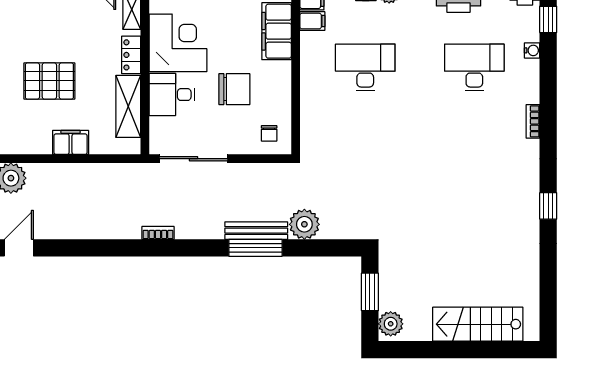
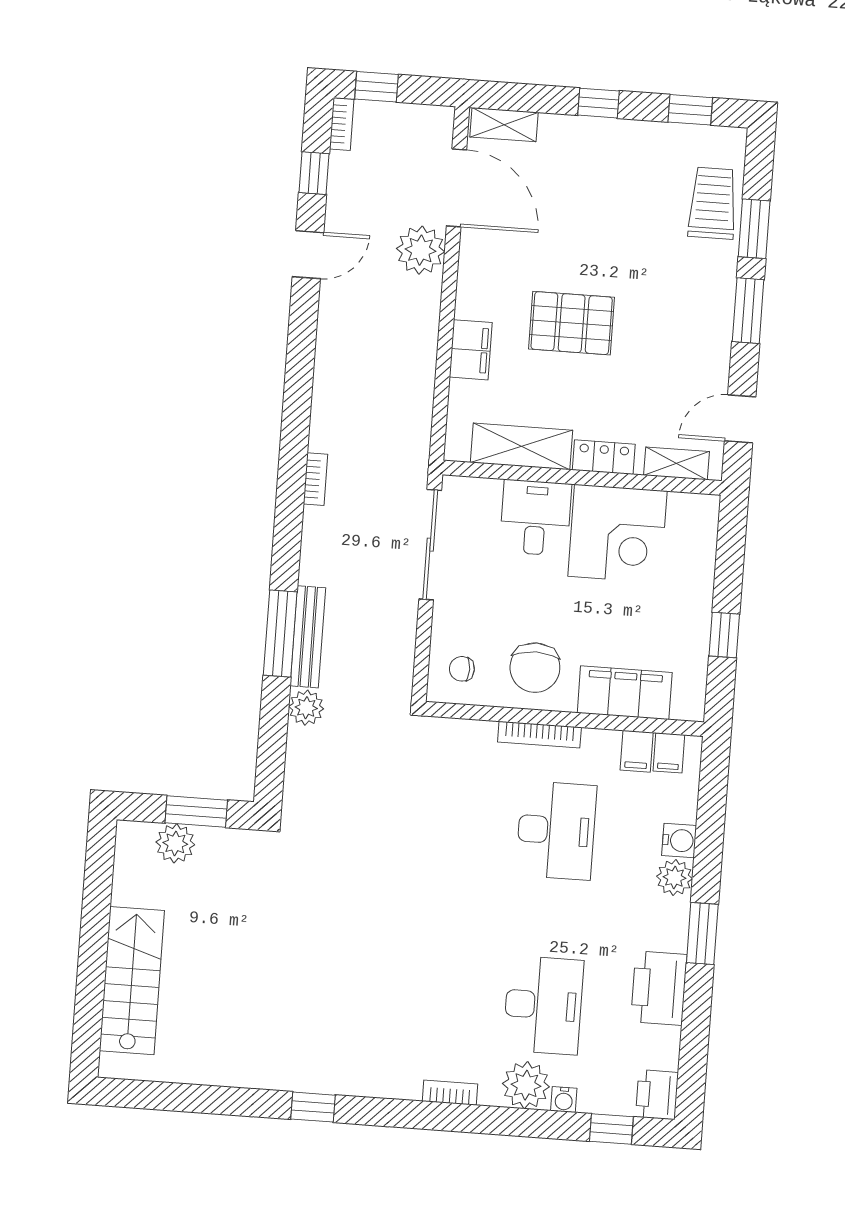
plant: (525, 75) -> (526, 1085), added
pallet: (49, 81) -> (572, 323), turned 90
bookcase: (306, 82) -> (539, 735), added
chair: (234, 89) -> (535, 668), moved
plant: (304, 224) -> (306, 708), width x0.73, depth x0.73
door: (19, 248) -> (308, 255), hinge flipped
plant: (391, 324) -> (175, 843), moved

